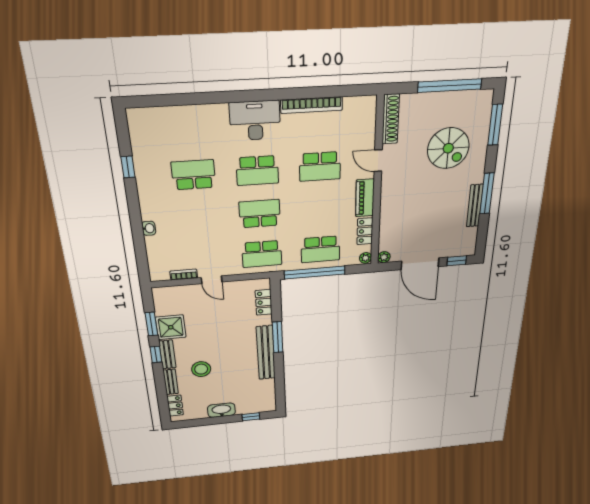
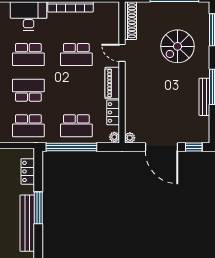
spiral stairs: (448, 148) -> (177, 46), turned 90

